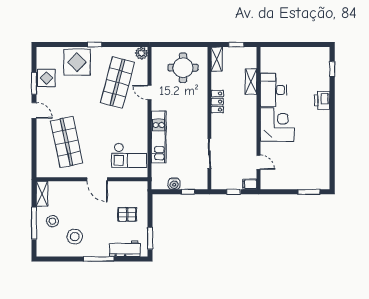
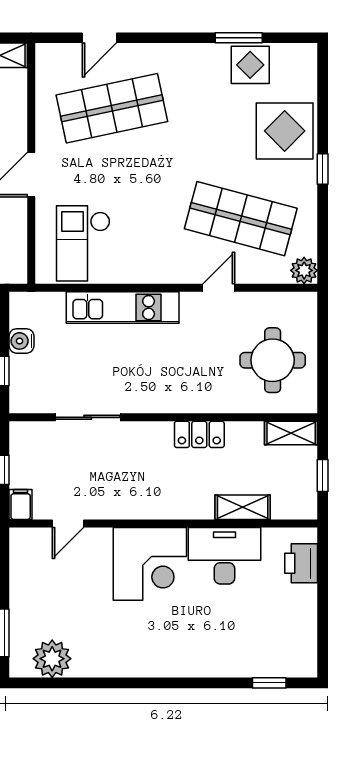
printer: (322, 100) -> (301, 563), moved, turned -90
door: (34, 111) -> (99, 38), moved
plant: (321, 170) -> (52, 659), added

